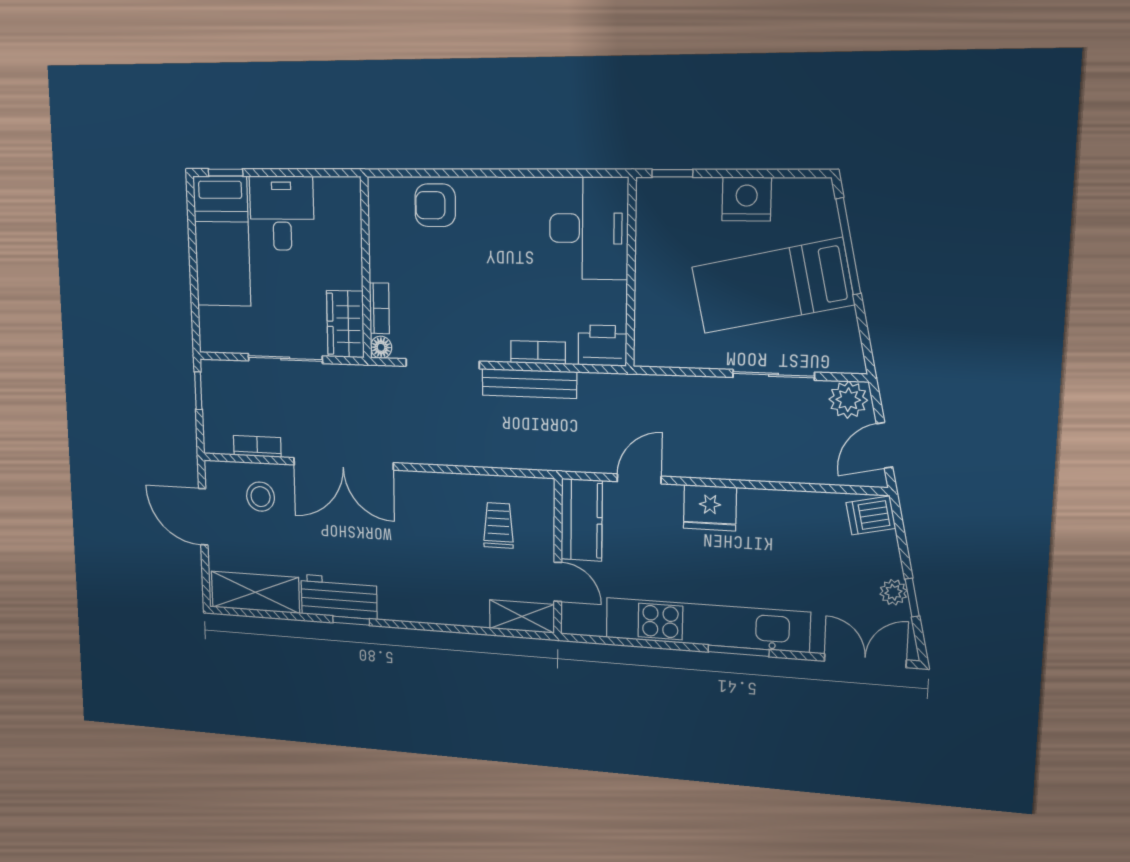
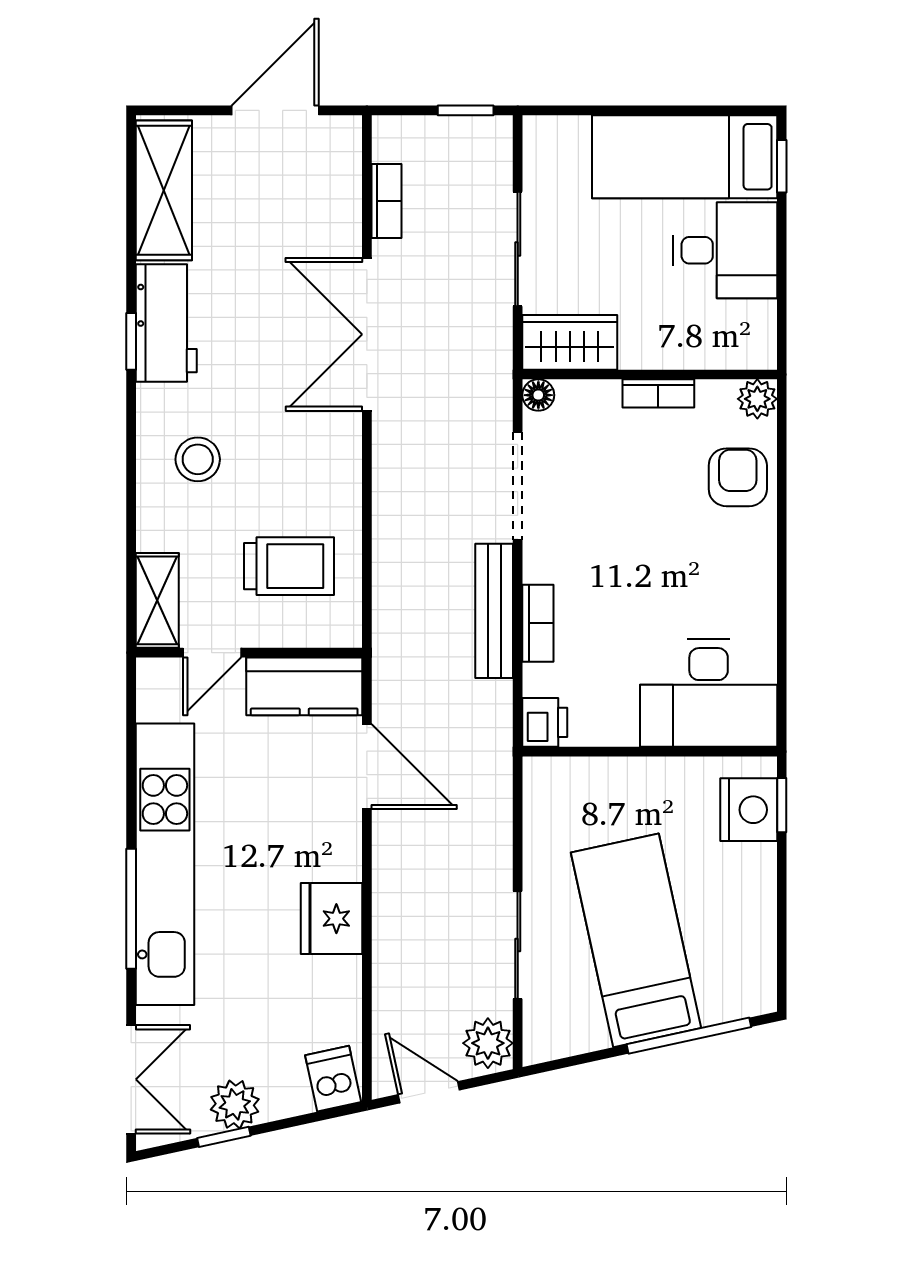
plant: (381, 191) -> (757, 399), added
nightstand: (747, 199) -> (749, 810), moved
bookcase: (379, 308) -> (658, 393), moved
printer: (602, 346) -> (545, 722), width x0.73, depth x0.81
door: (639, 479) -> (367, 767), width x1.38
stool: (261, 497) -> (198, 459), moved
fridge: (710, 508) -> (331, 919), moved
trolley: (498, 525) -> (289, 566), width x1.36, depth x1.39
plant: (893, 592) -> (235, 1104), width x1.38, depth x1.38
window: (738, 651) -> (131, 909), width x1.44

